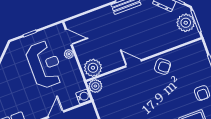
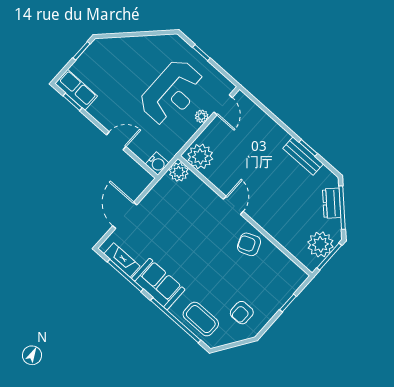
armchair: (163, 66) -> (249, 244), turned 119

